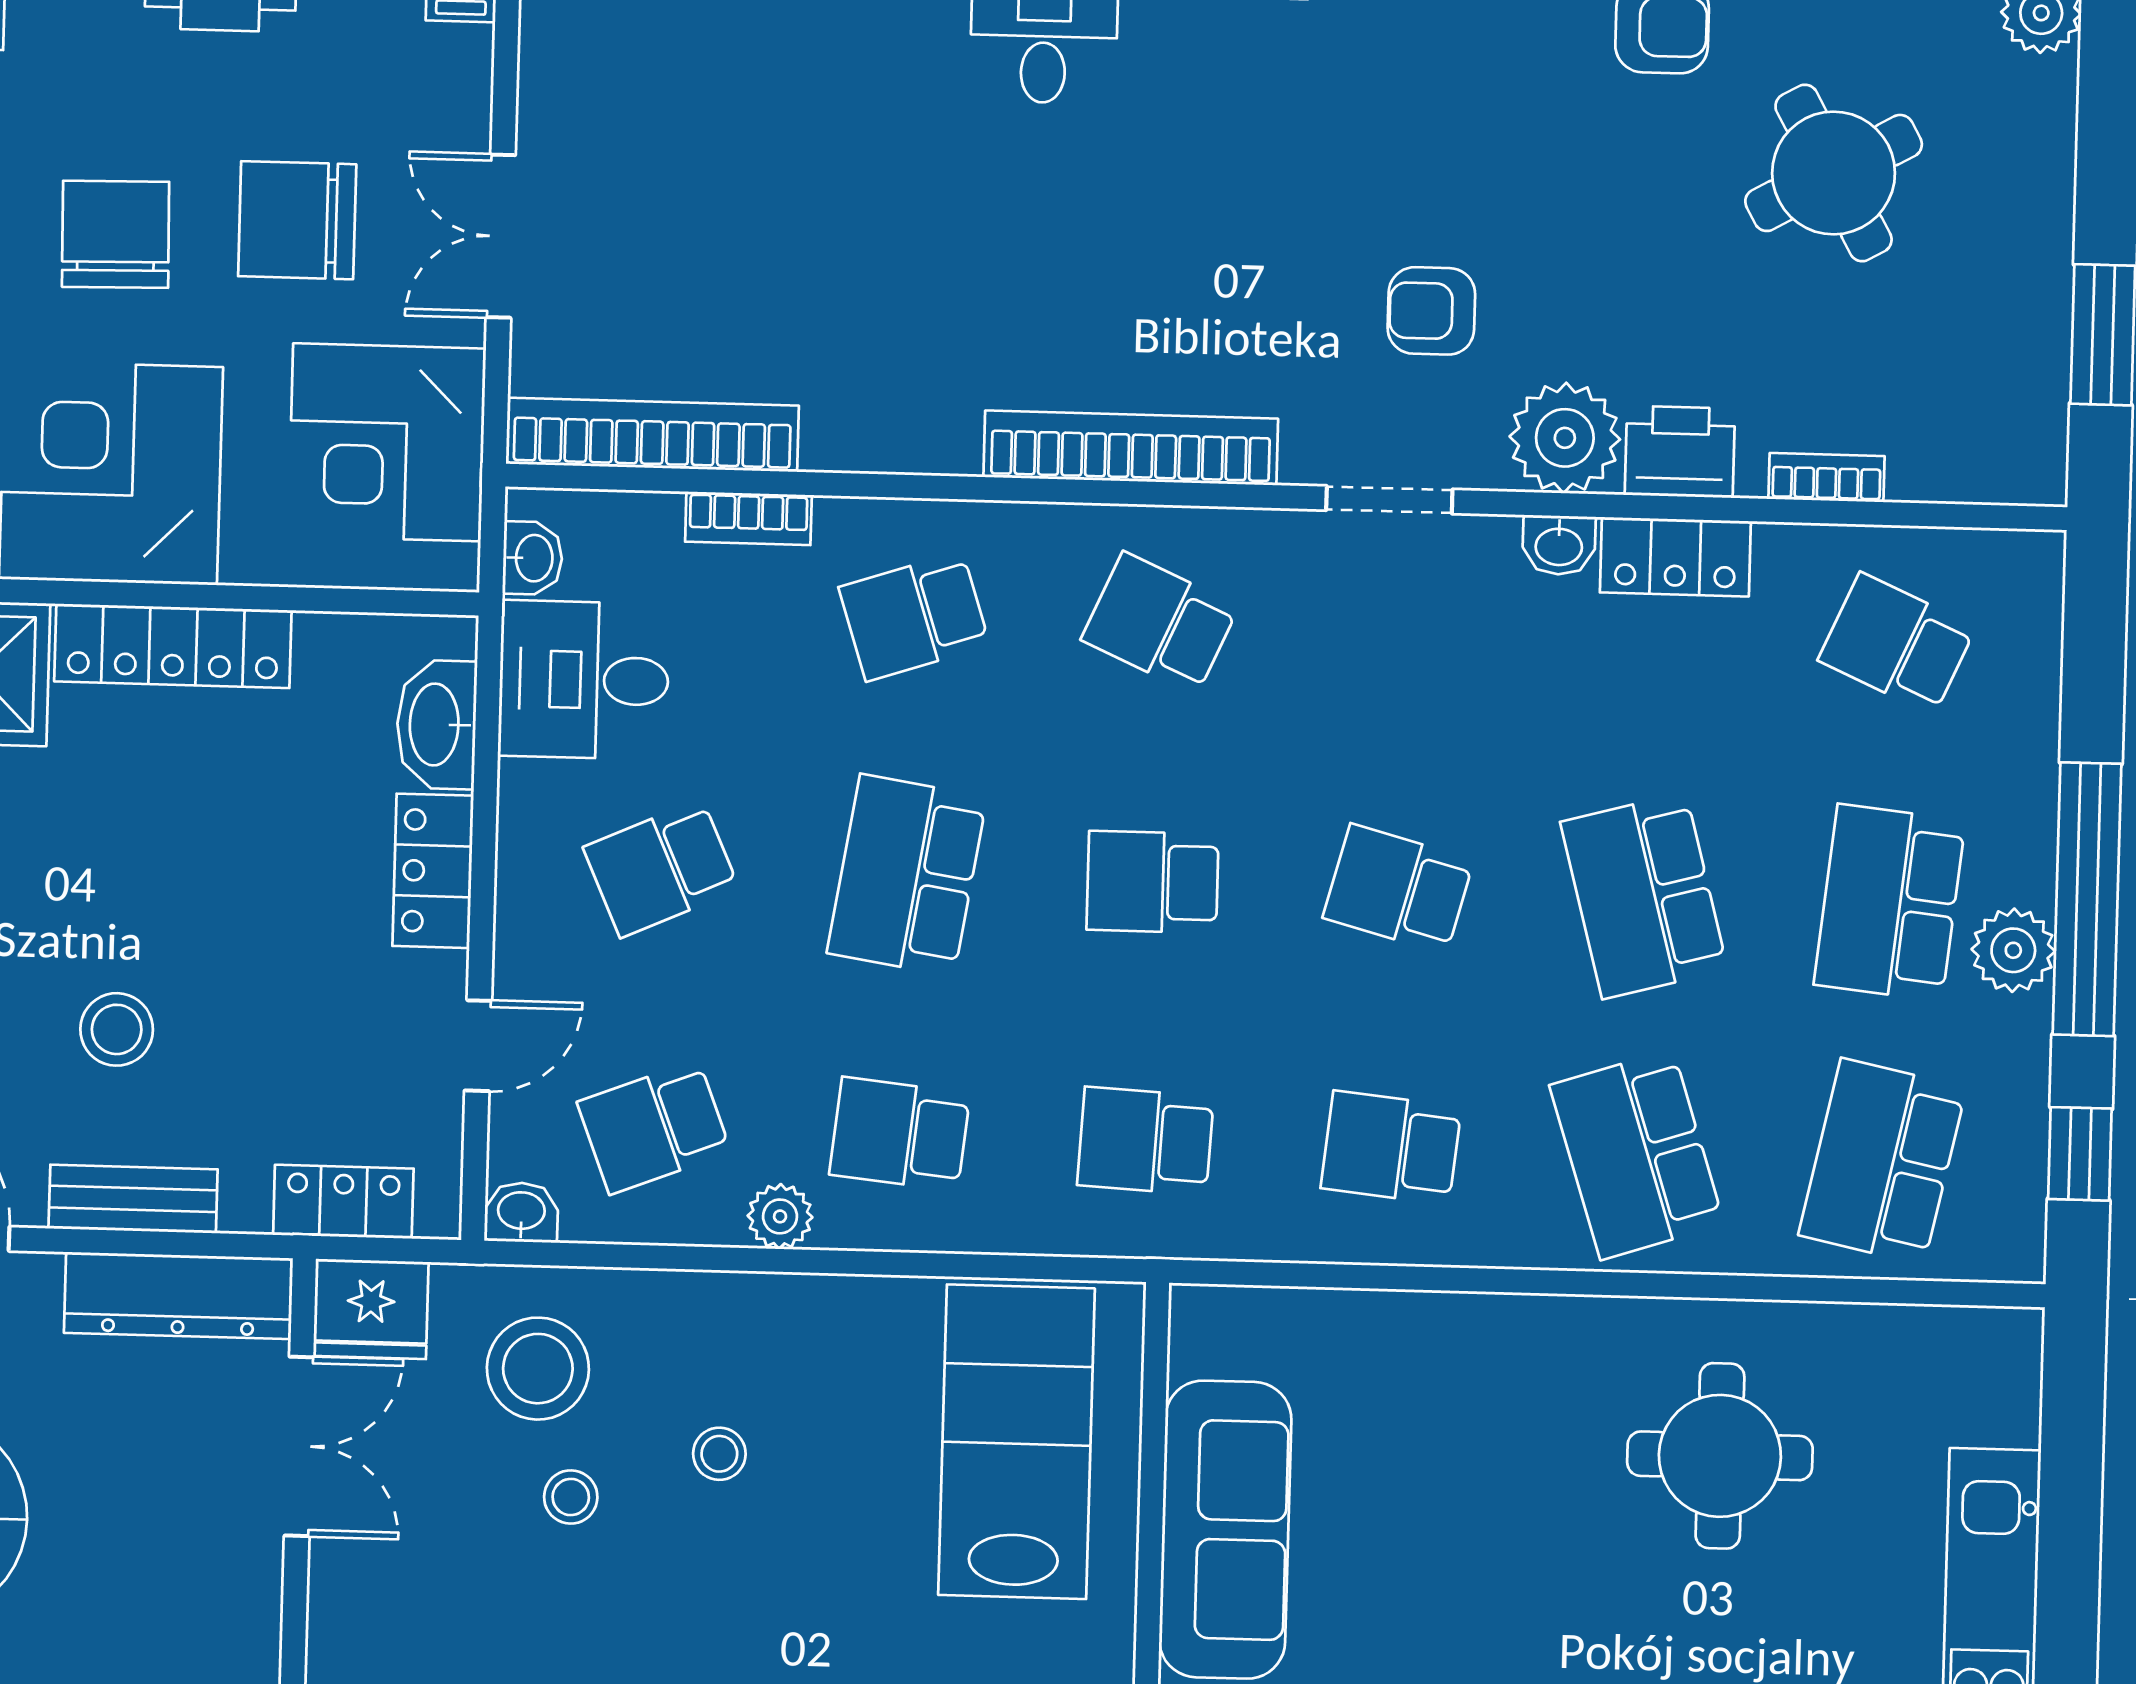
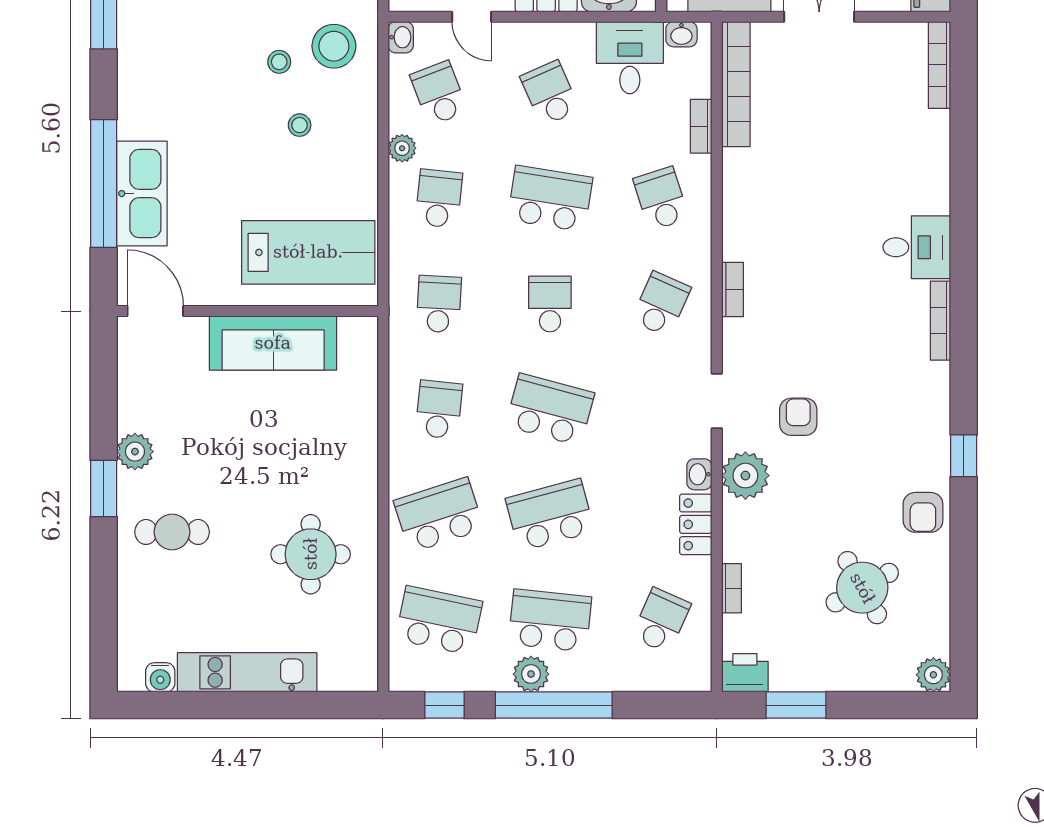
bookcase: (1131, 448) -> (733, 289), width x0.43, depth x0.76
printer: (1680, 452) -> (745, 673), moved, turned -90
school desk: (1398, 889) -> (550, 410), width x1.85

